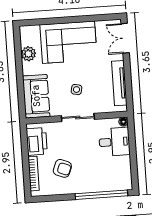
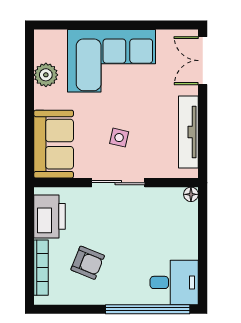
desk: (114, 142) -> (174, 282), moved

